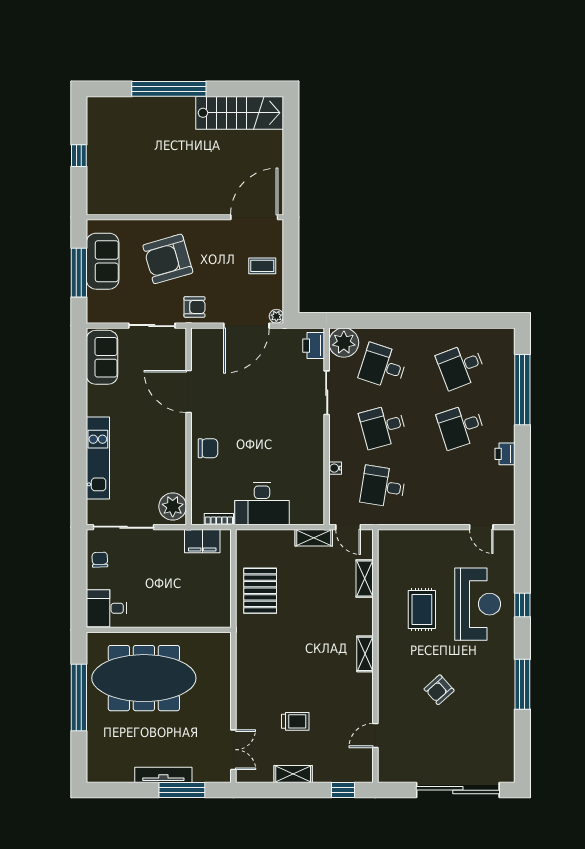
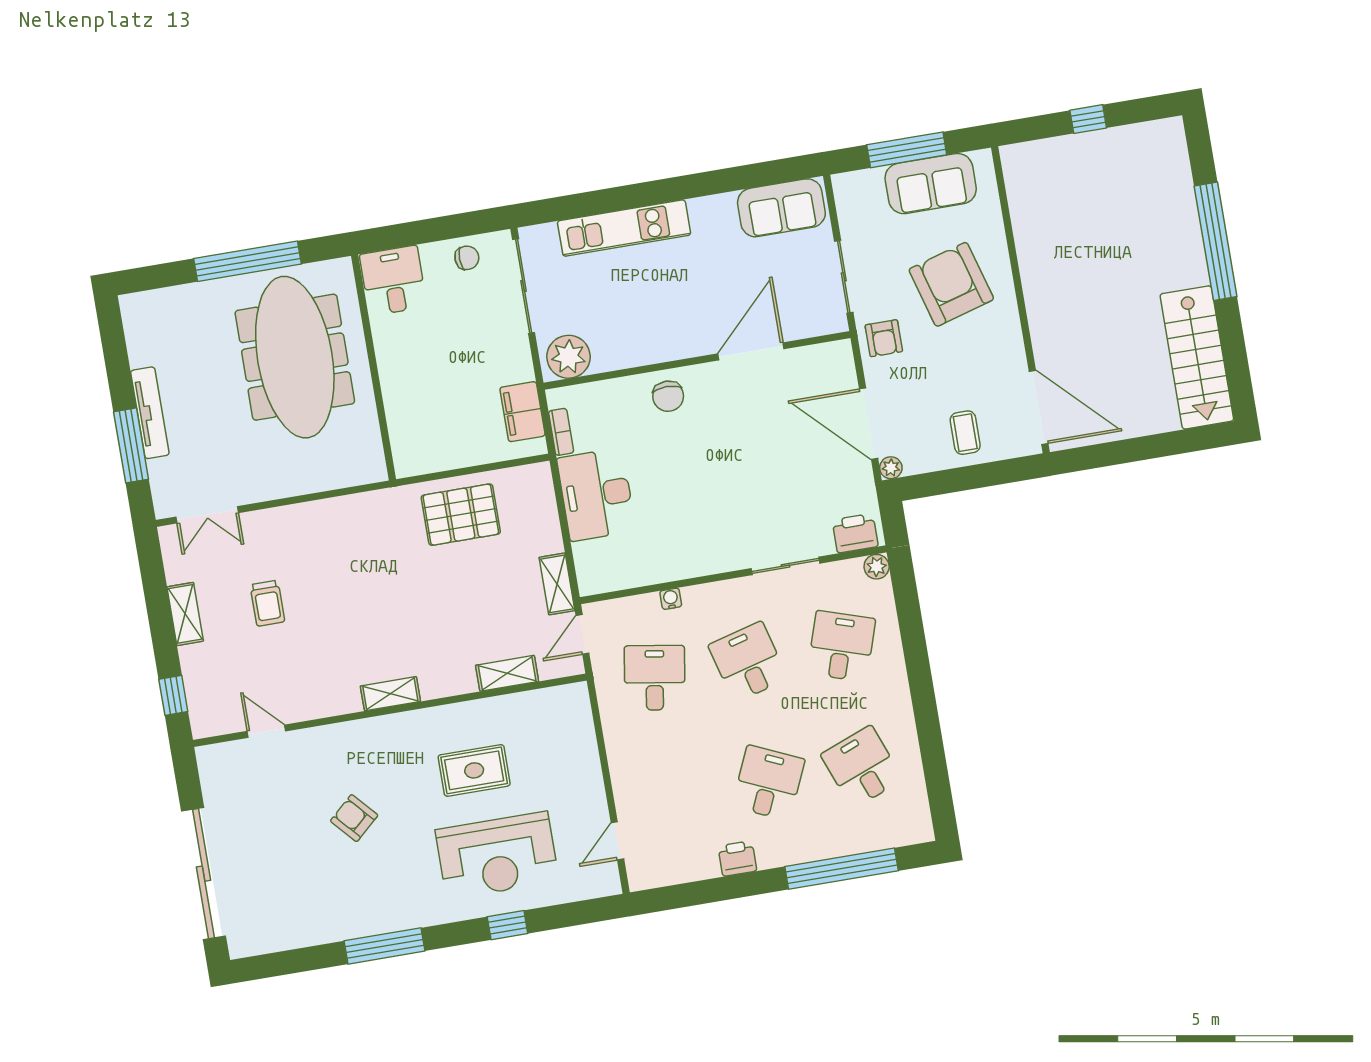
plant: (344, 343) -> (877, 567), width x0.53, depth x0.53
desk: (461, 426) -> (768, 783), turned 42

